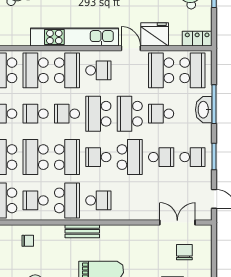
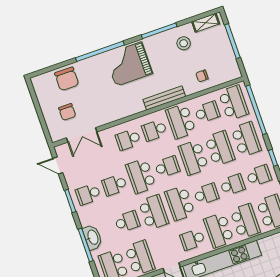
school desk: (98, 114) -> (180, 203), turned 180
school desk: (130, 200) -> (128, 139), added
bench: (82, 231) -> (164, 98), width x1.36

